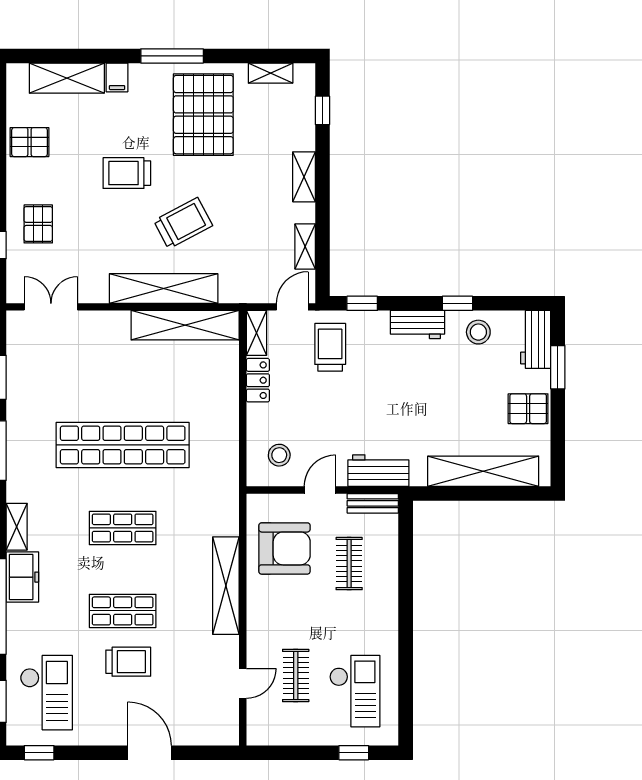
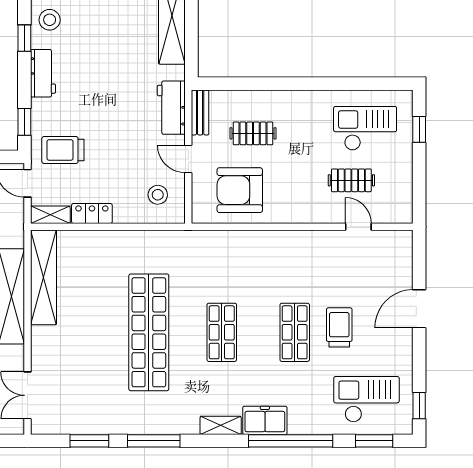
armchair: (284, 548) -> (240, 190), turned -90
shelving: (226, 586) -> (272, 242), removed

